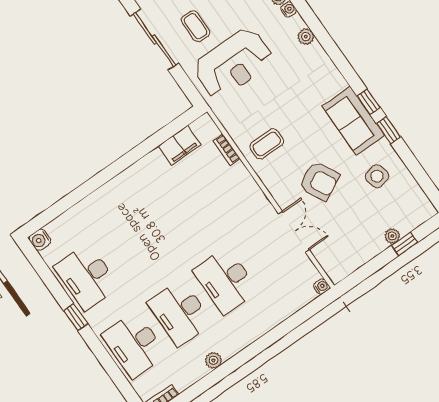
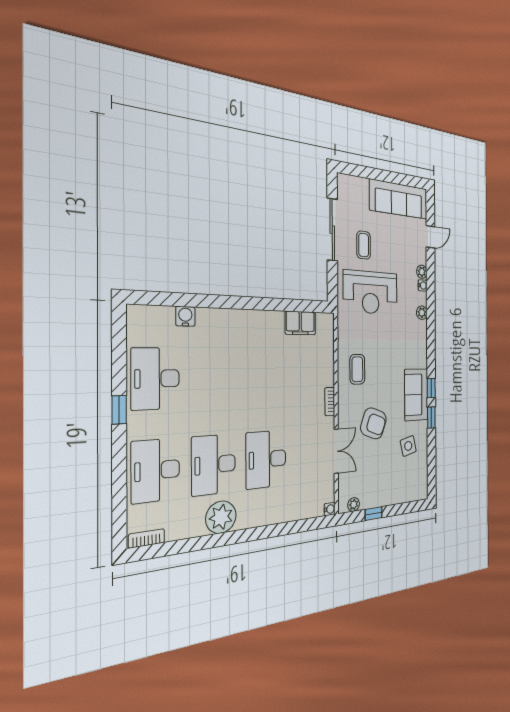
coffee table: (267, 144) -> (357, 369), turned 90
bookcase: (227, 150) -> (330, 401), moved
armchair: (319, 181) -> (373, 423), turned -41
plant: (392, 236) -> (354, 504), moved
water cooler: (40, 240) -> (185, 316), moved, turned 90
window: (405, 244) -> (374, 514), moved
plant: (213, 360) -> (221, 517), width x1.87, depth x1.87

